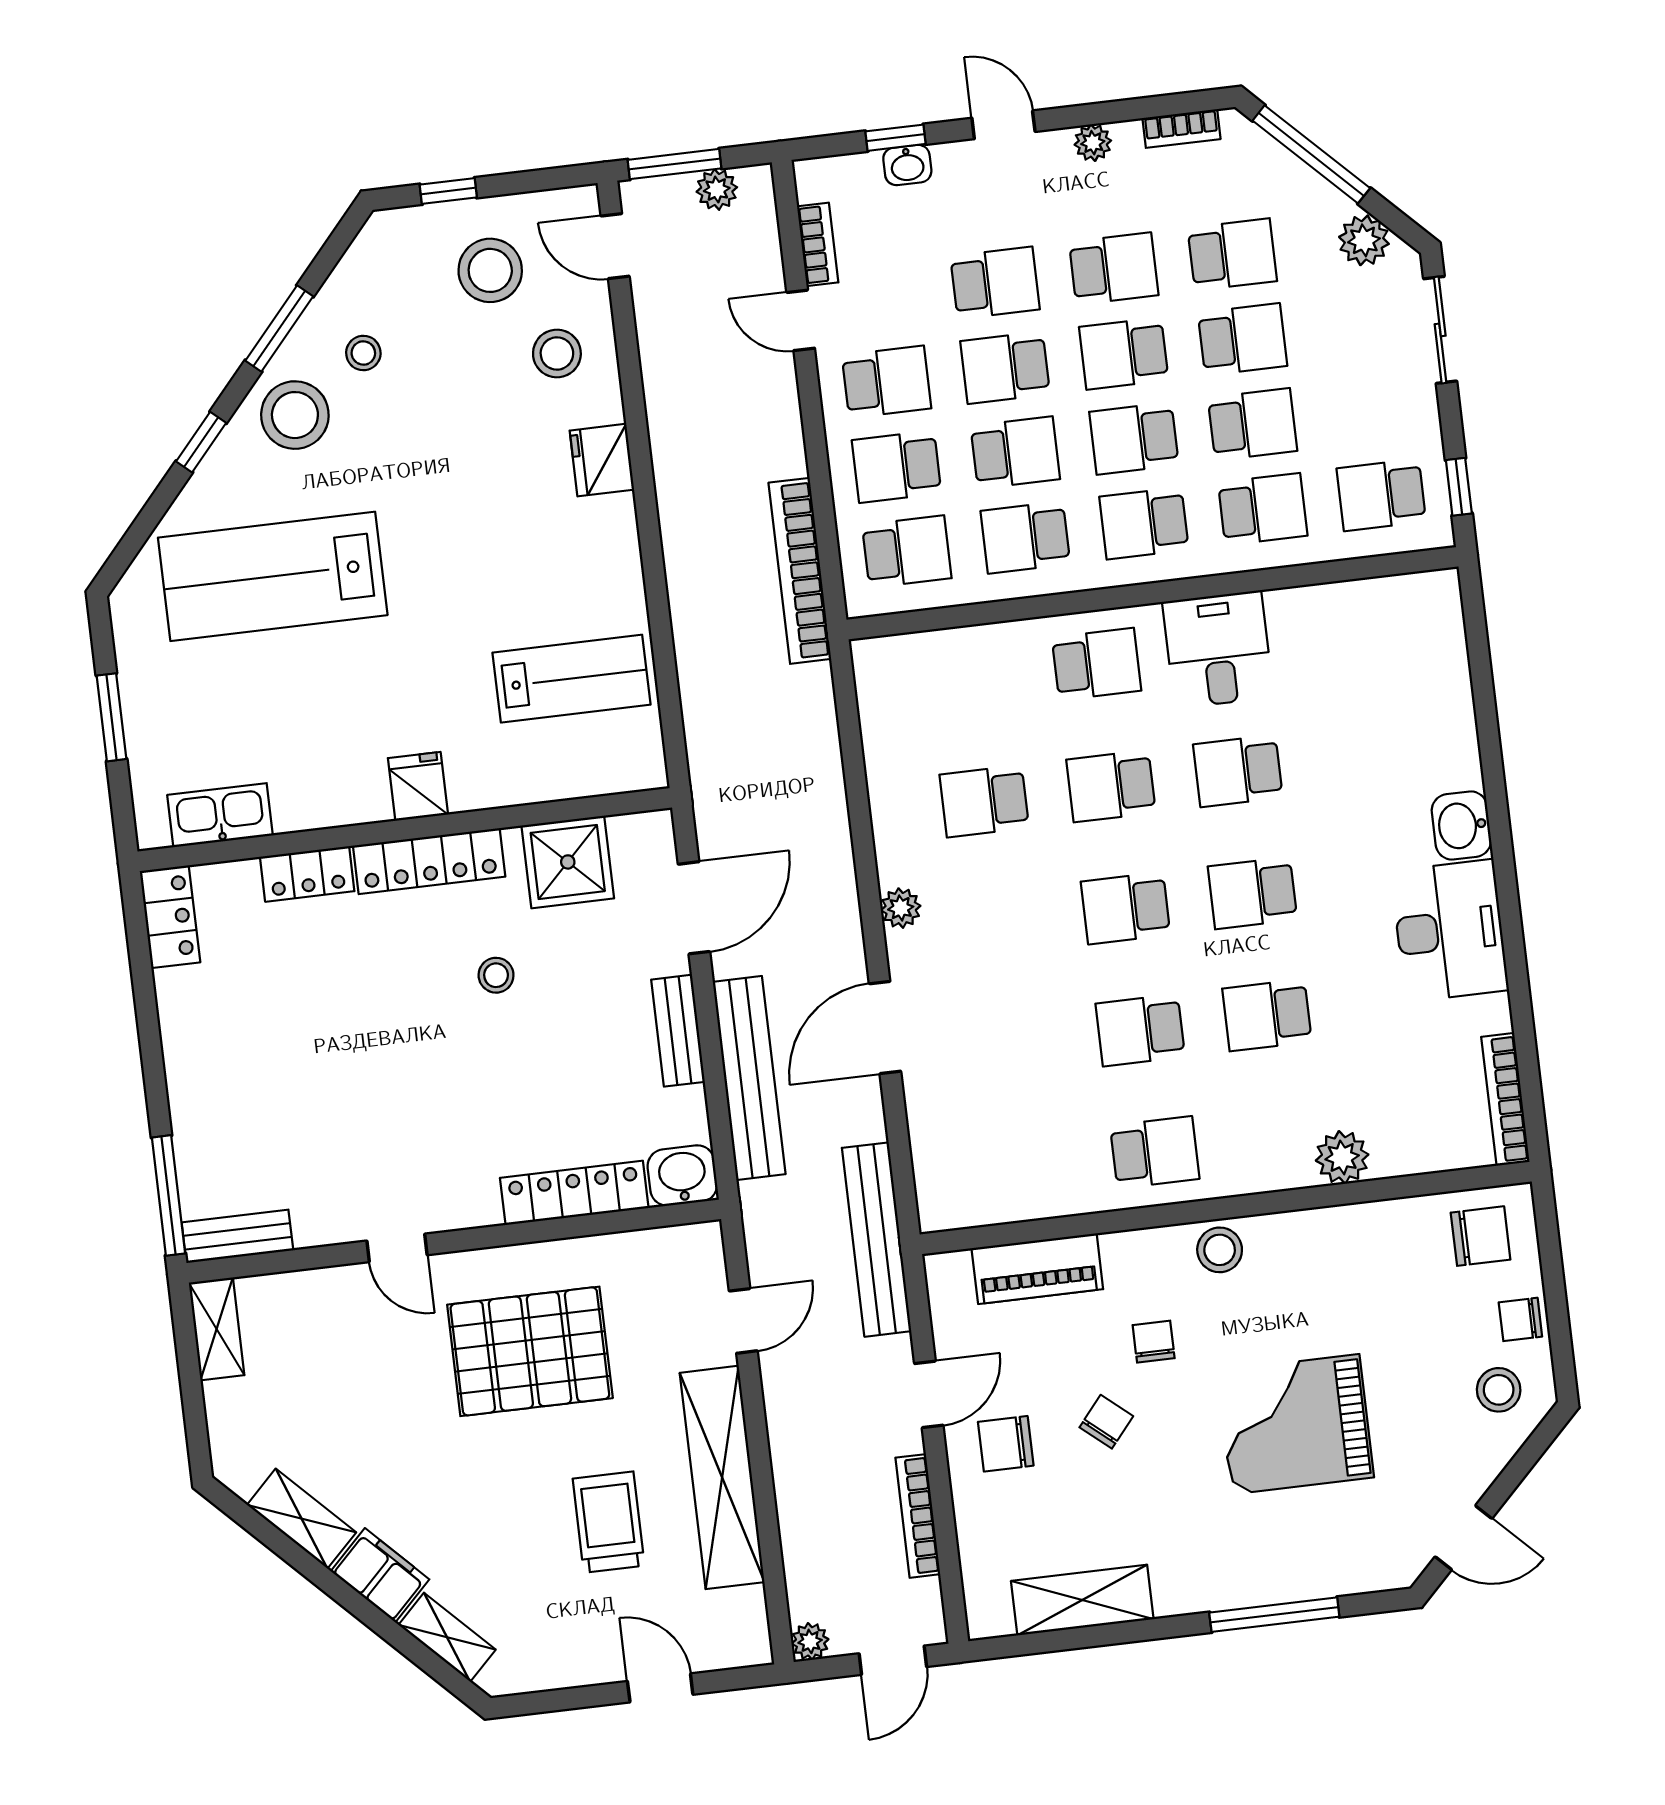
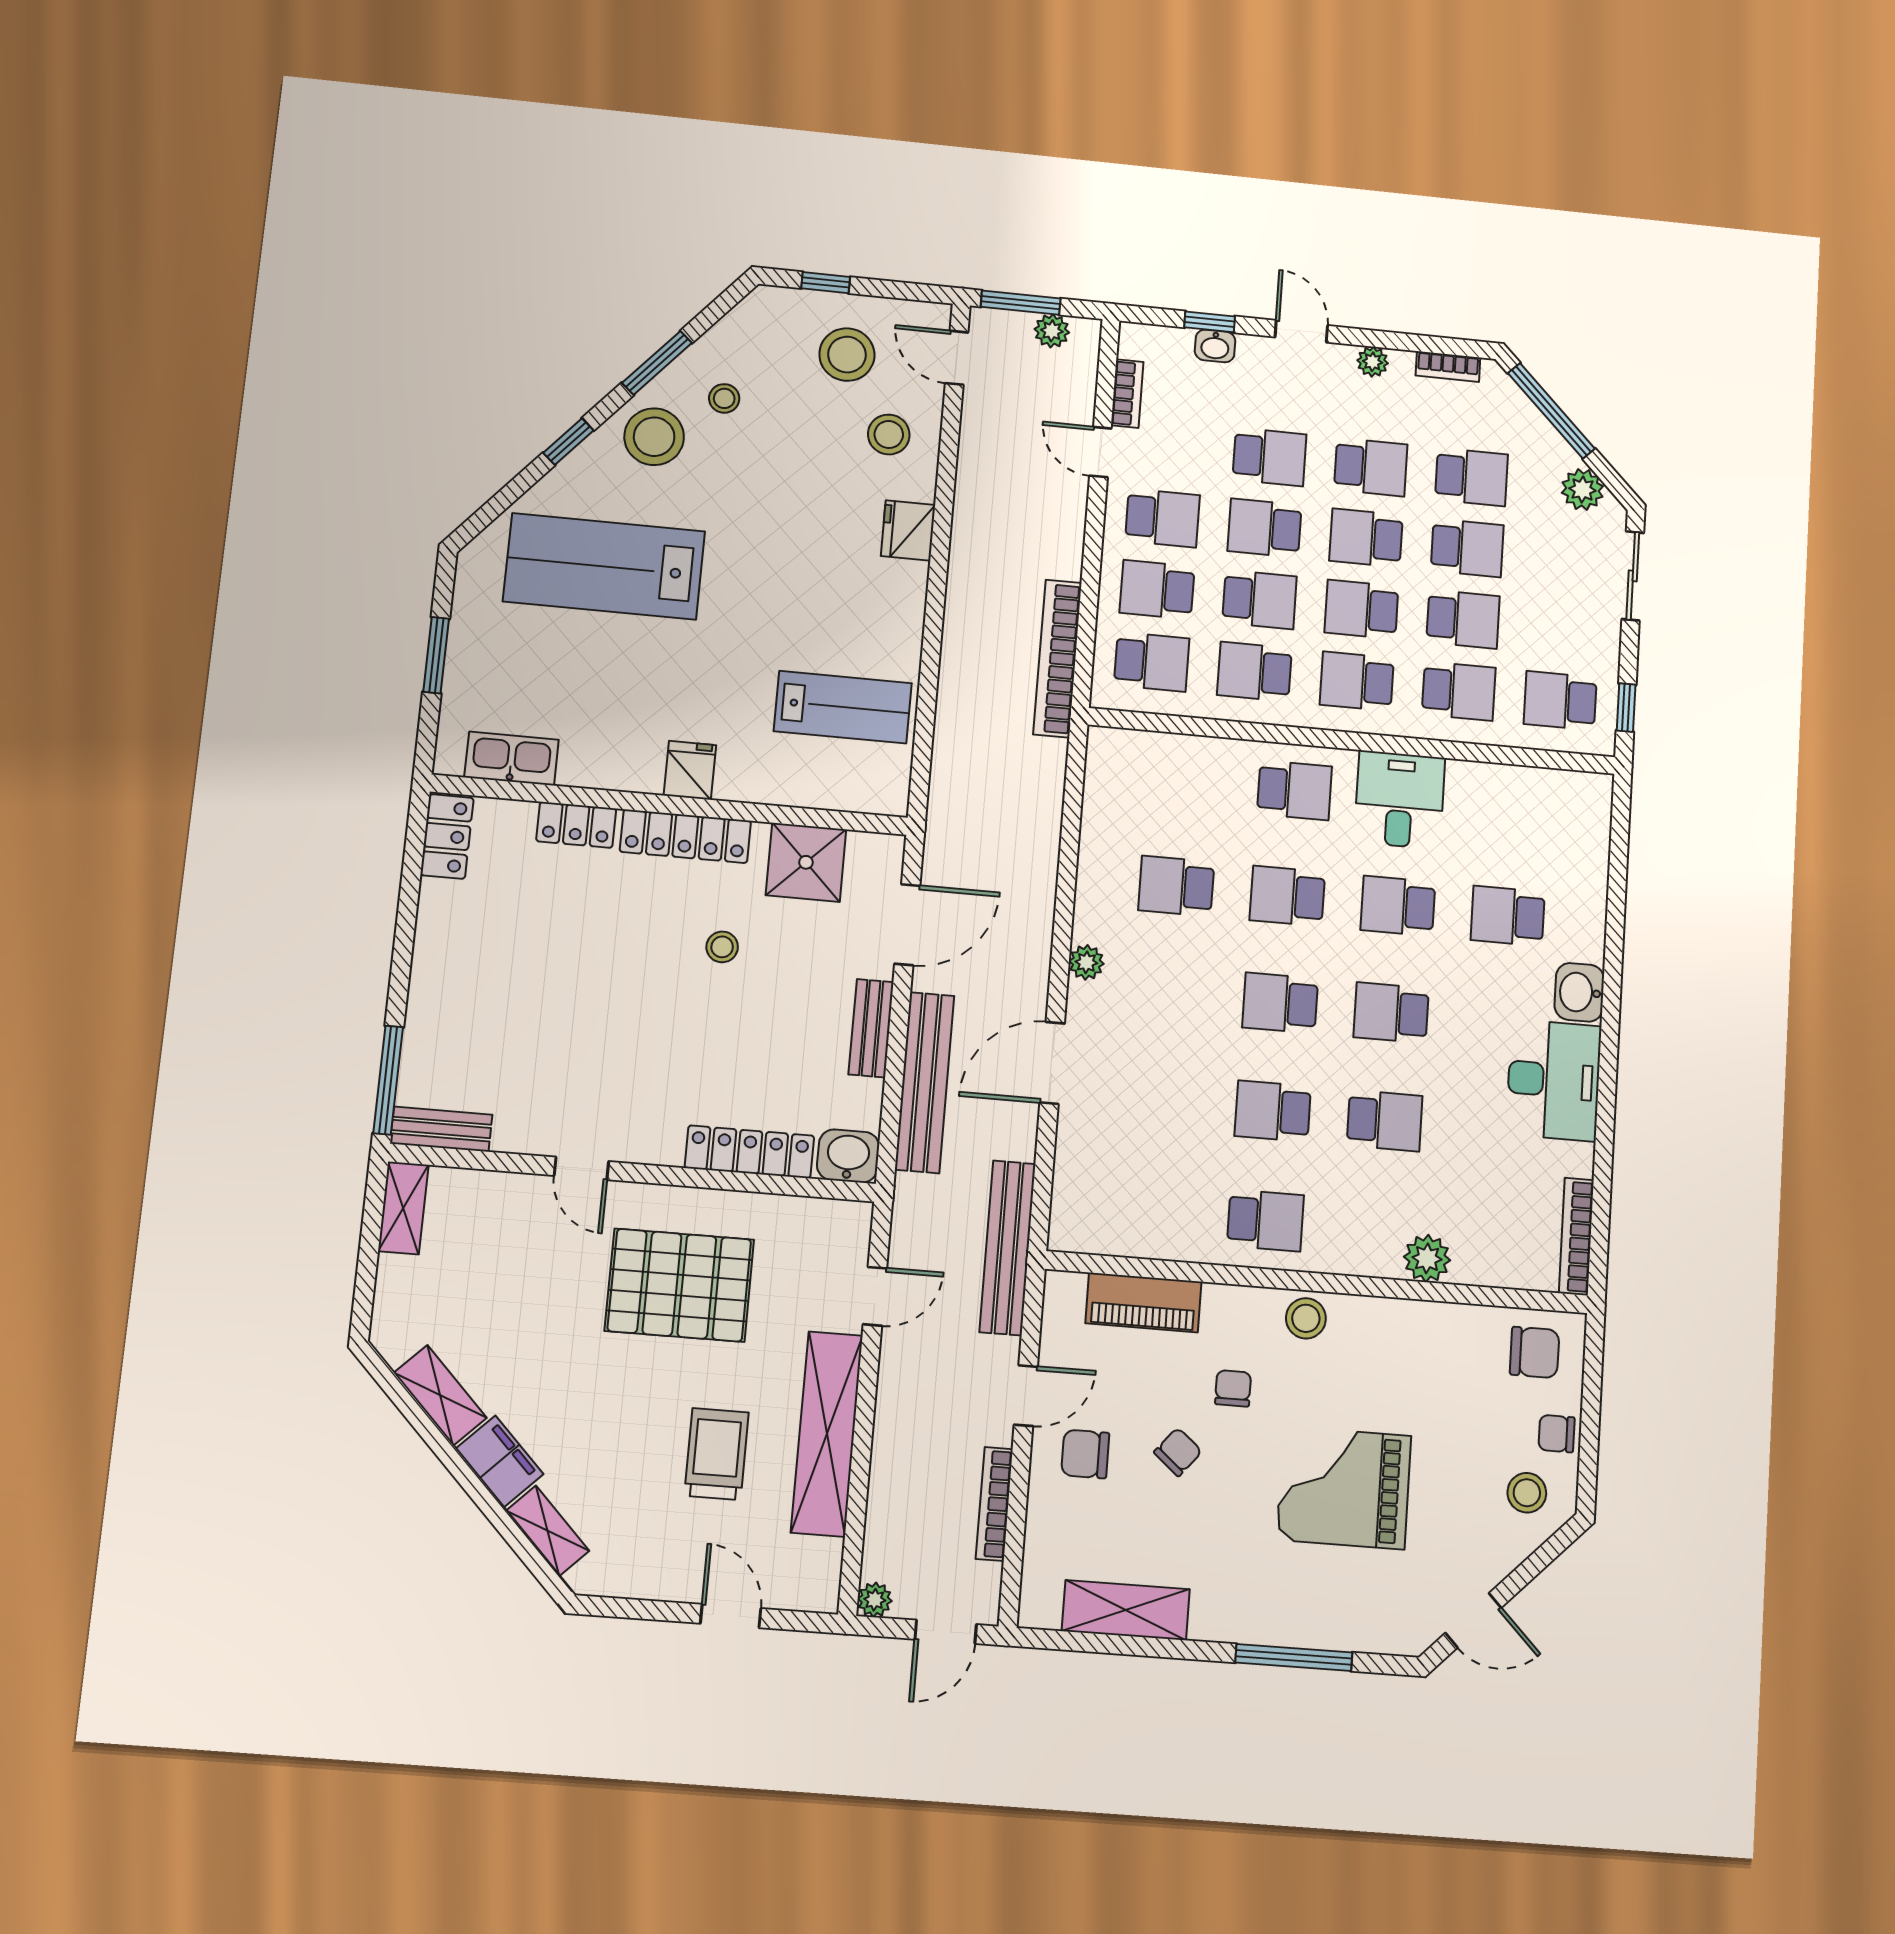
school desk: (1365, 756) -> (1508, 916), added
school desk: (1267, 1015) -> (1385, 1121), turned 180

